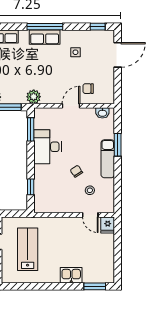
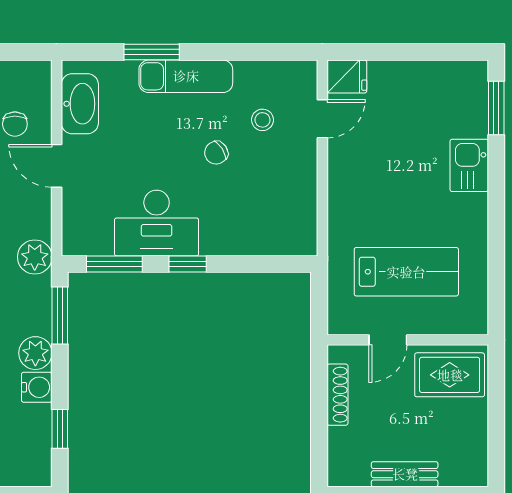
washbasin: (102, 113) -> (80, 104), width x1.91, depth x1.45
window: (31, 187) -> (188, 264), moved
lab bench: (28, 249) -> (406, 272), turned 180

